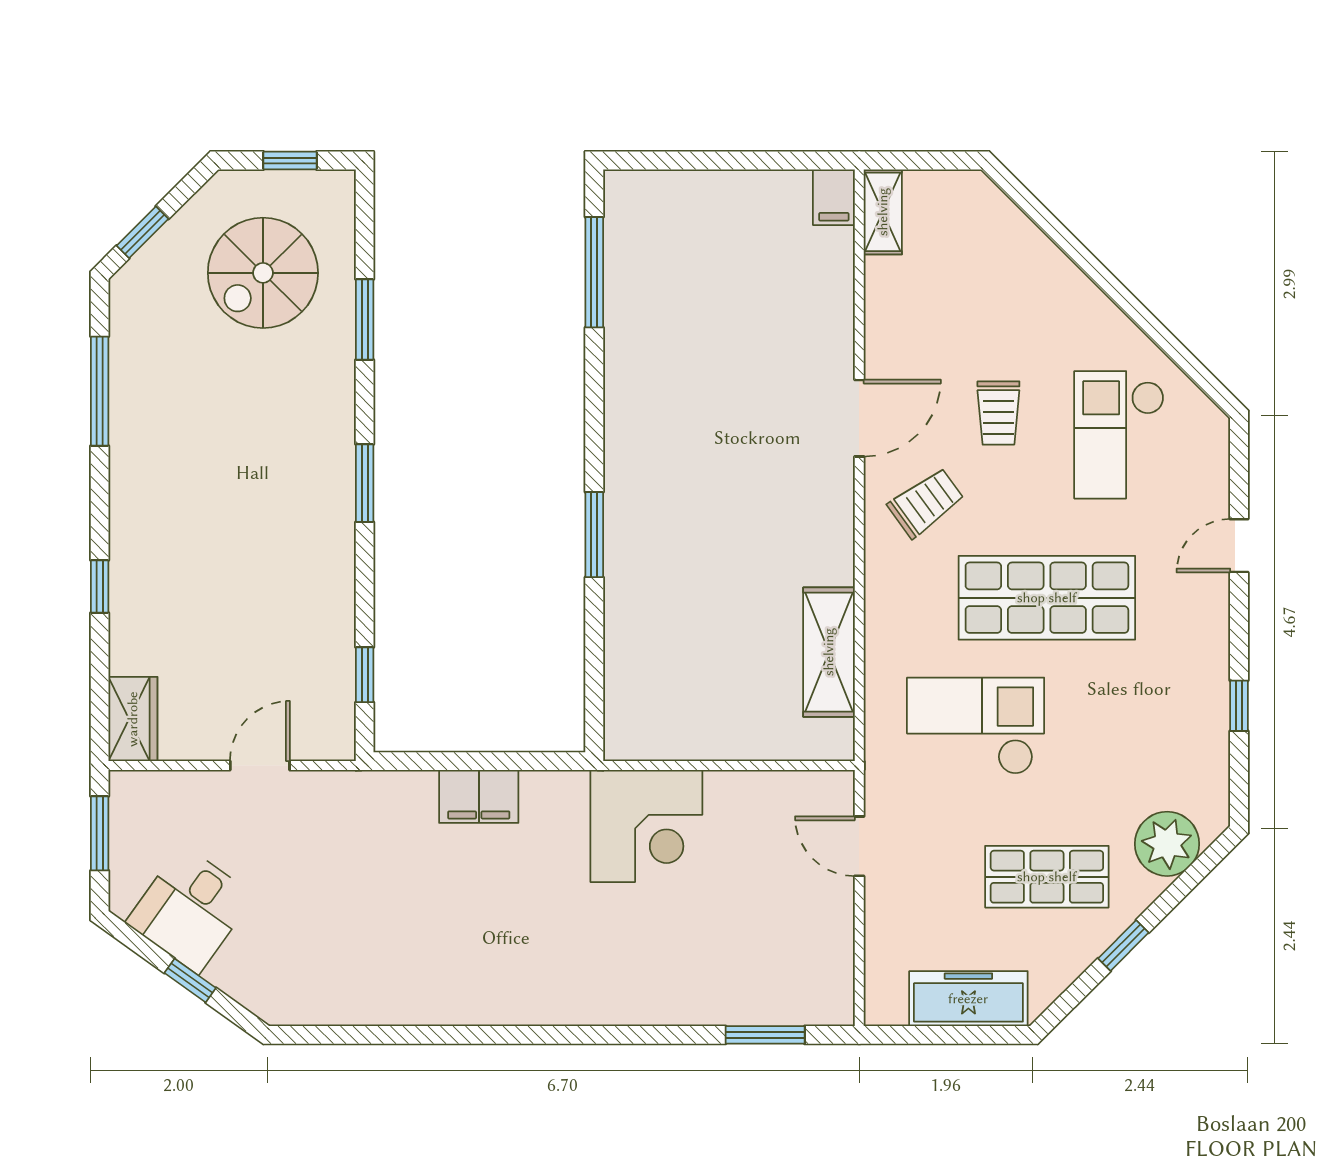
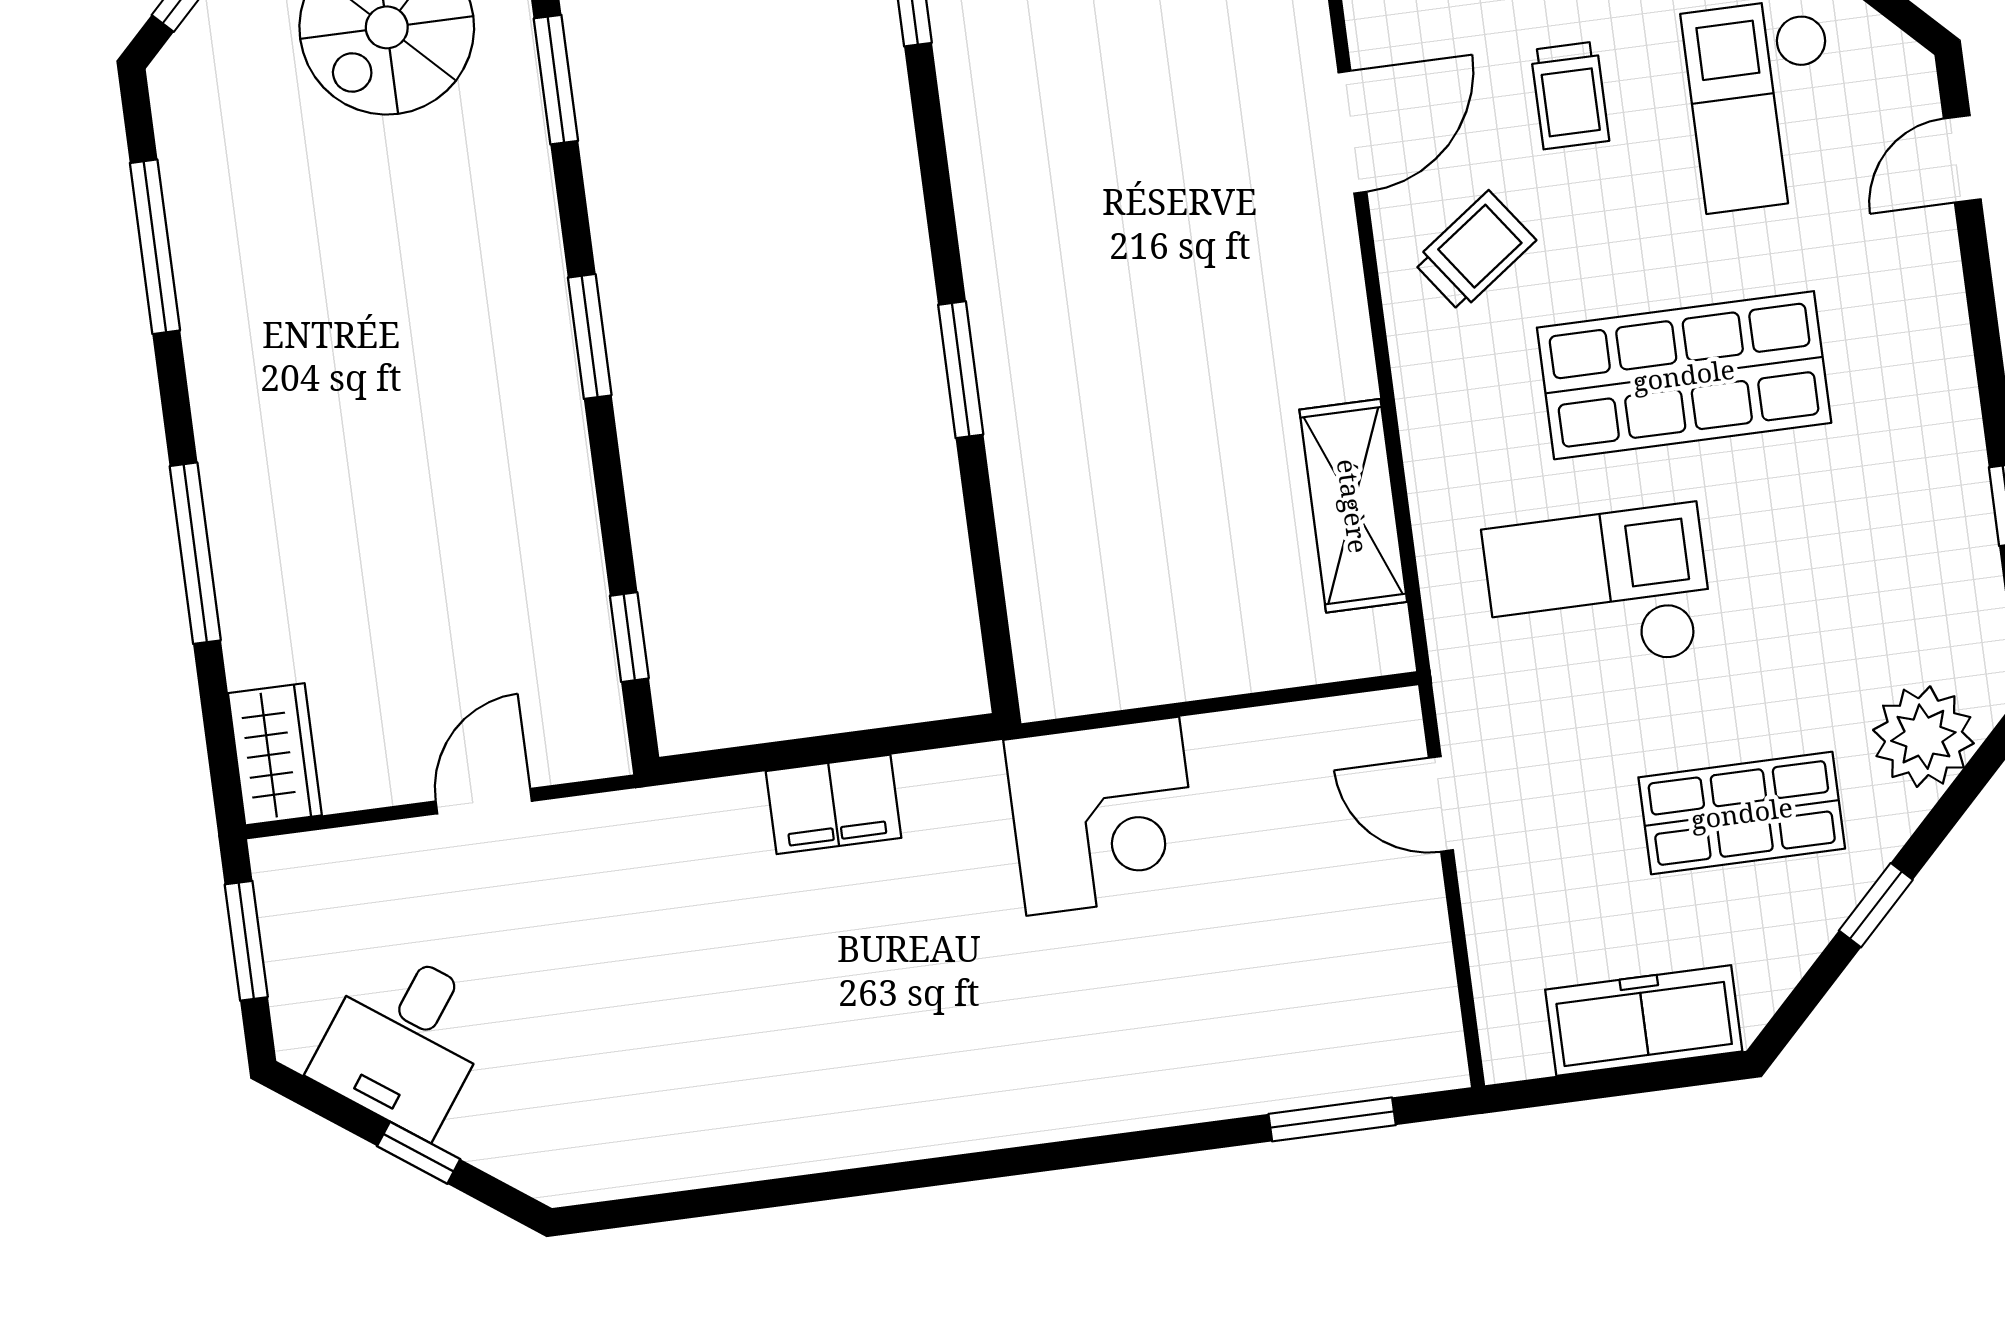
door: (1239, 546) -> (1962, 159), moved
window: (100, 586) -> (195, 553), width x2.17

